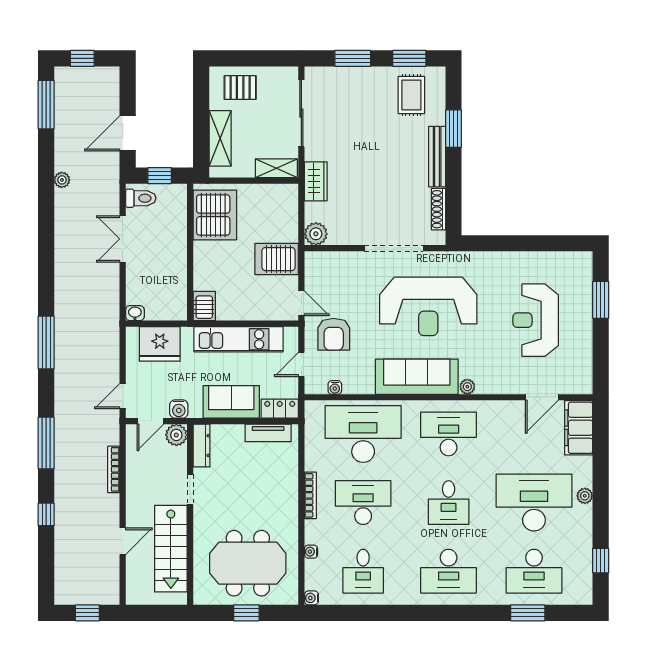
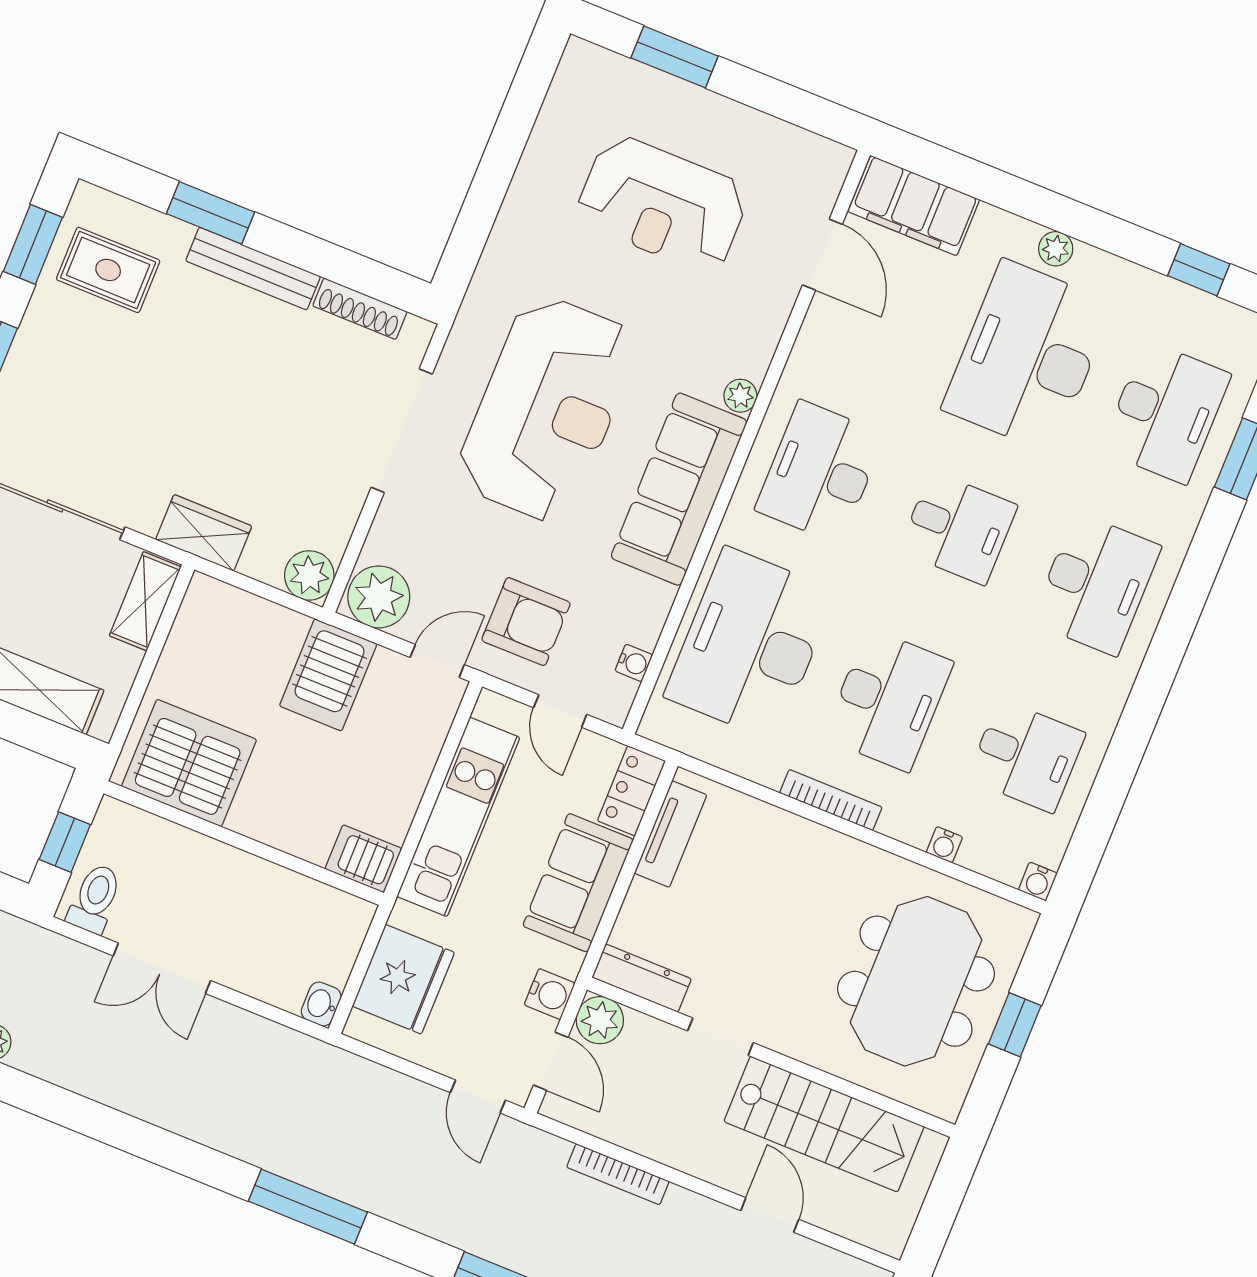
plant: (319, 267) -> (379, 597), added
desk: (363, 503) -> (888, 700), turned 180

